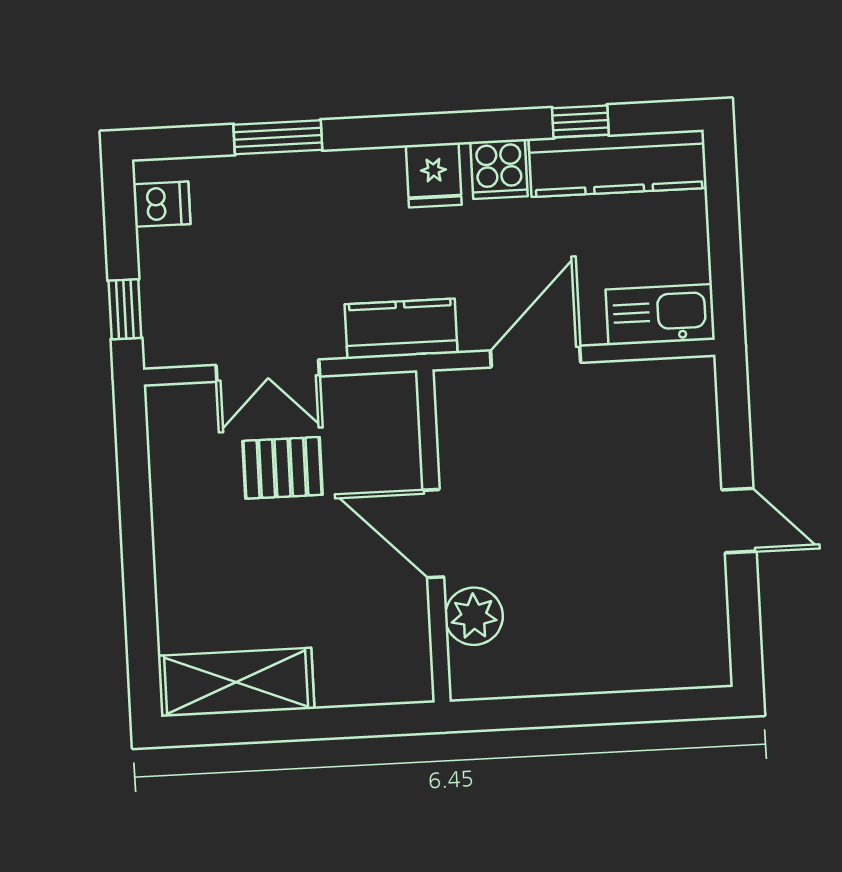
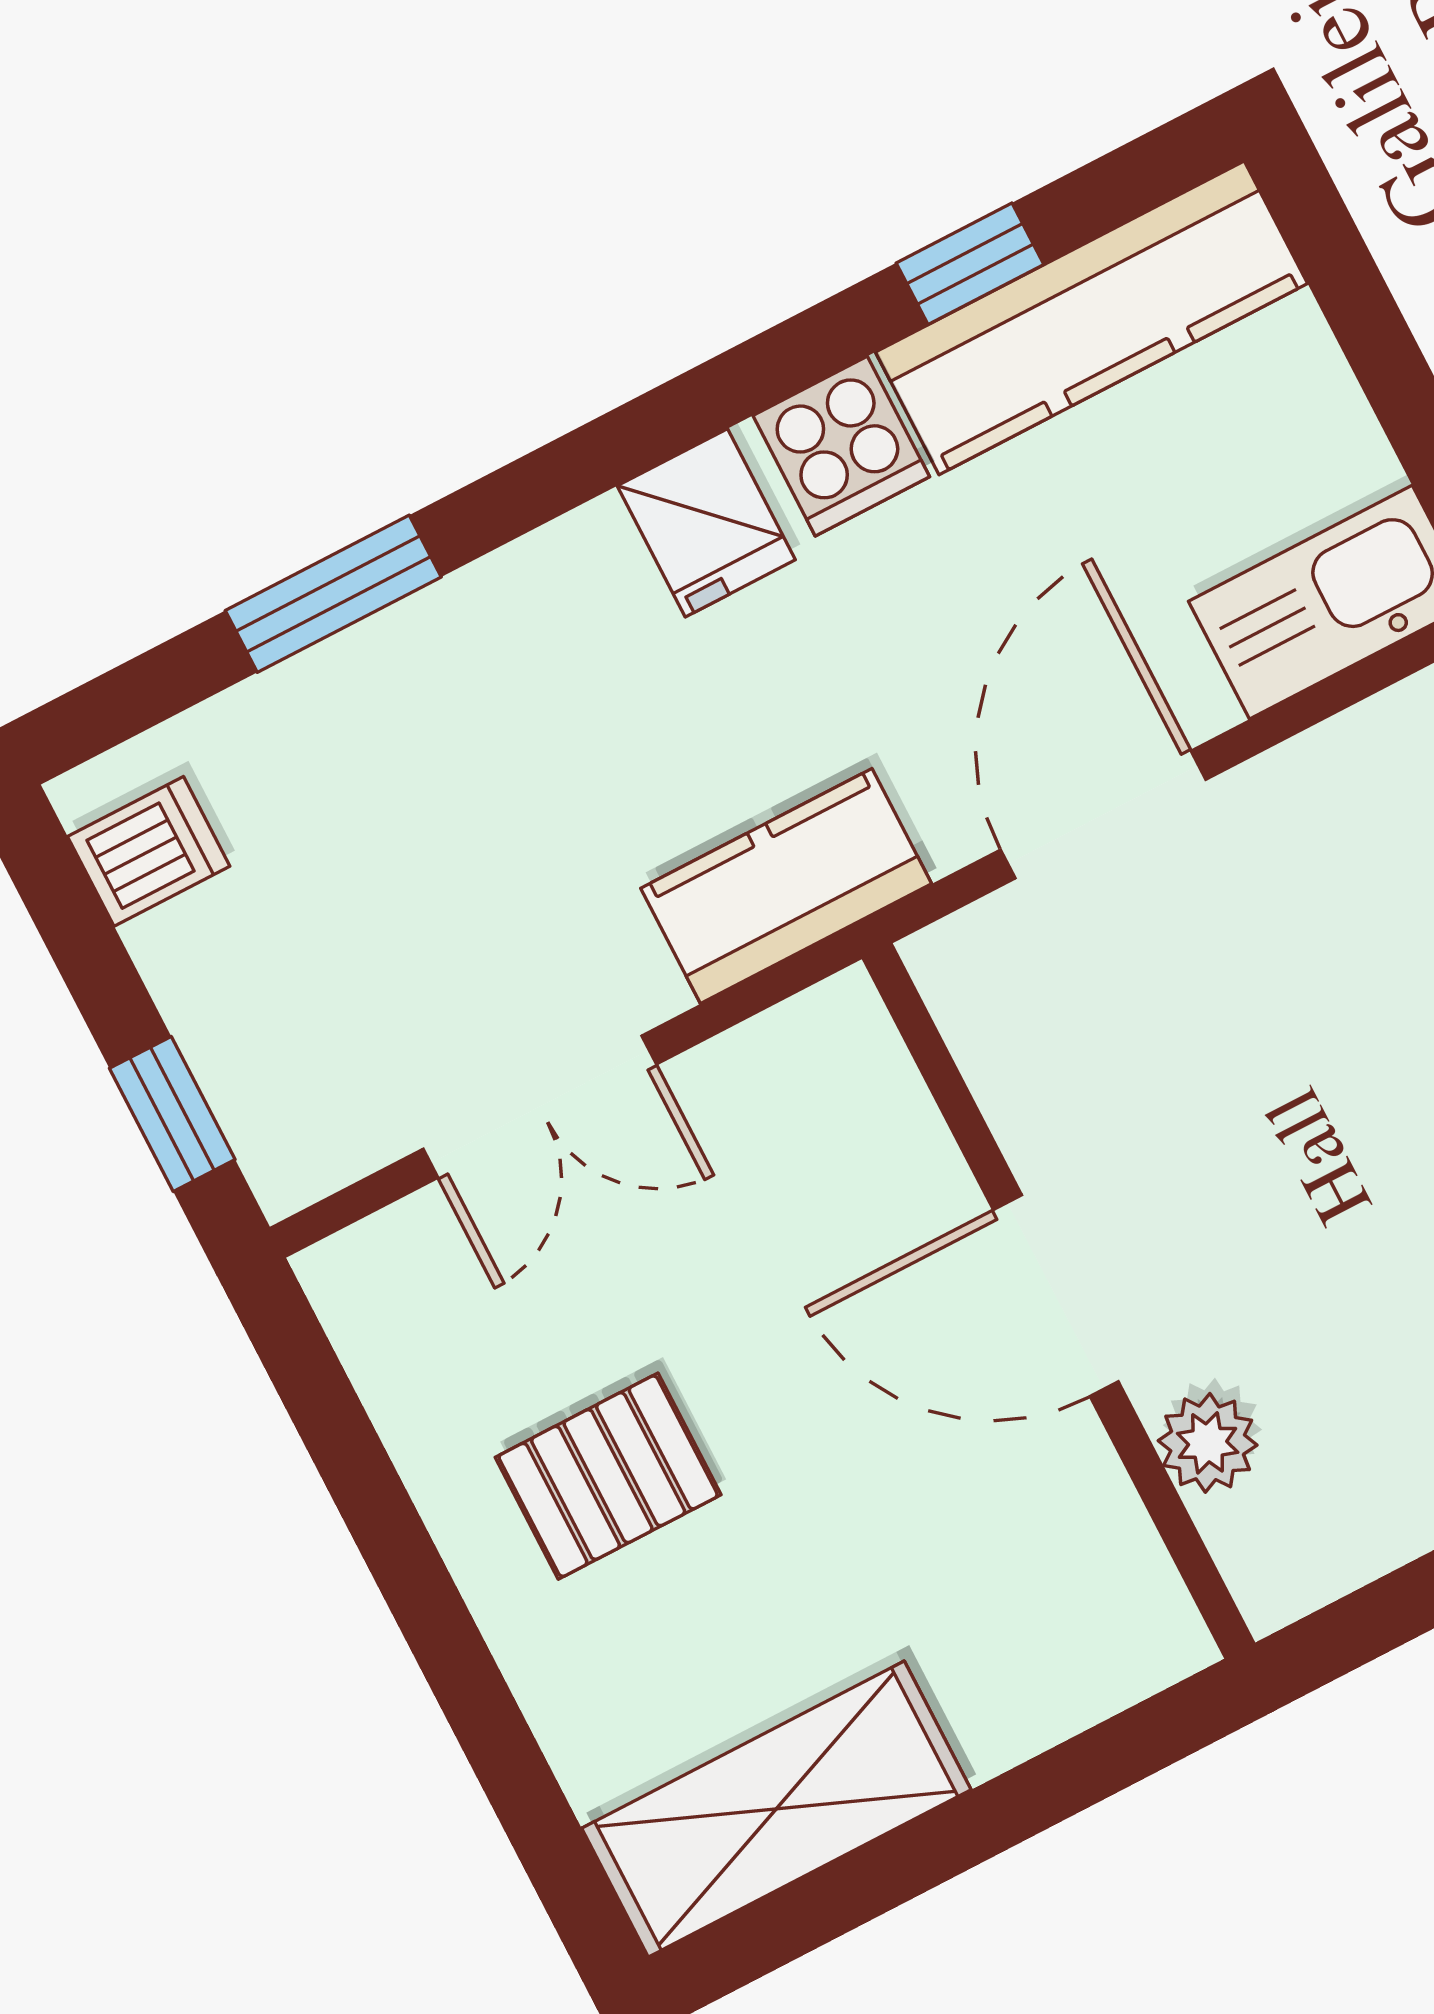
pallet: (283, 468) -> (608, 1476), moved
plant: (474, 616) -> (1208, 1443), width x0.73, depth x0.73

